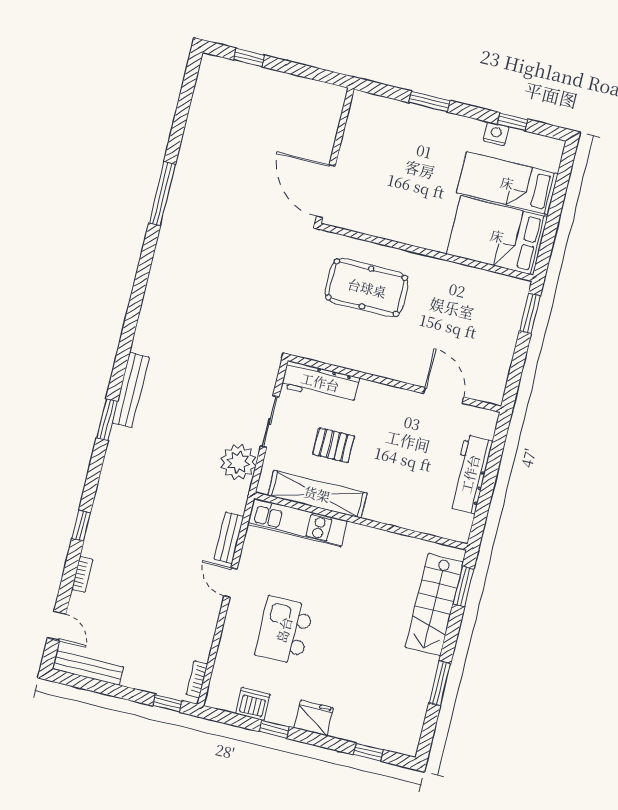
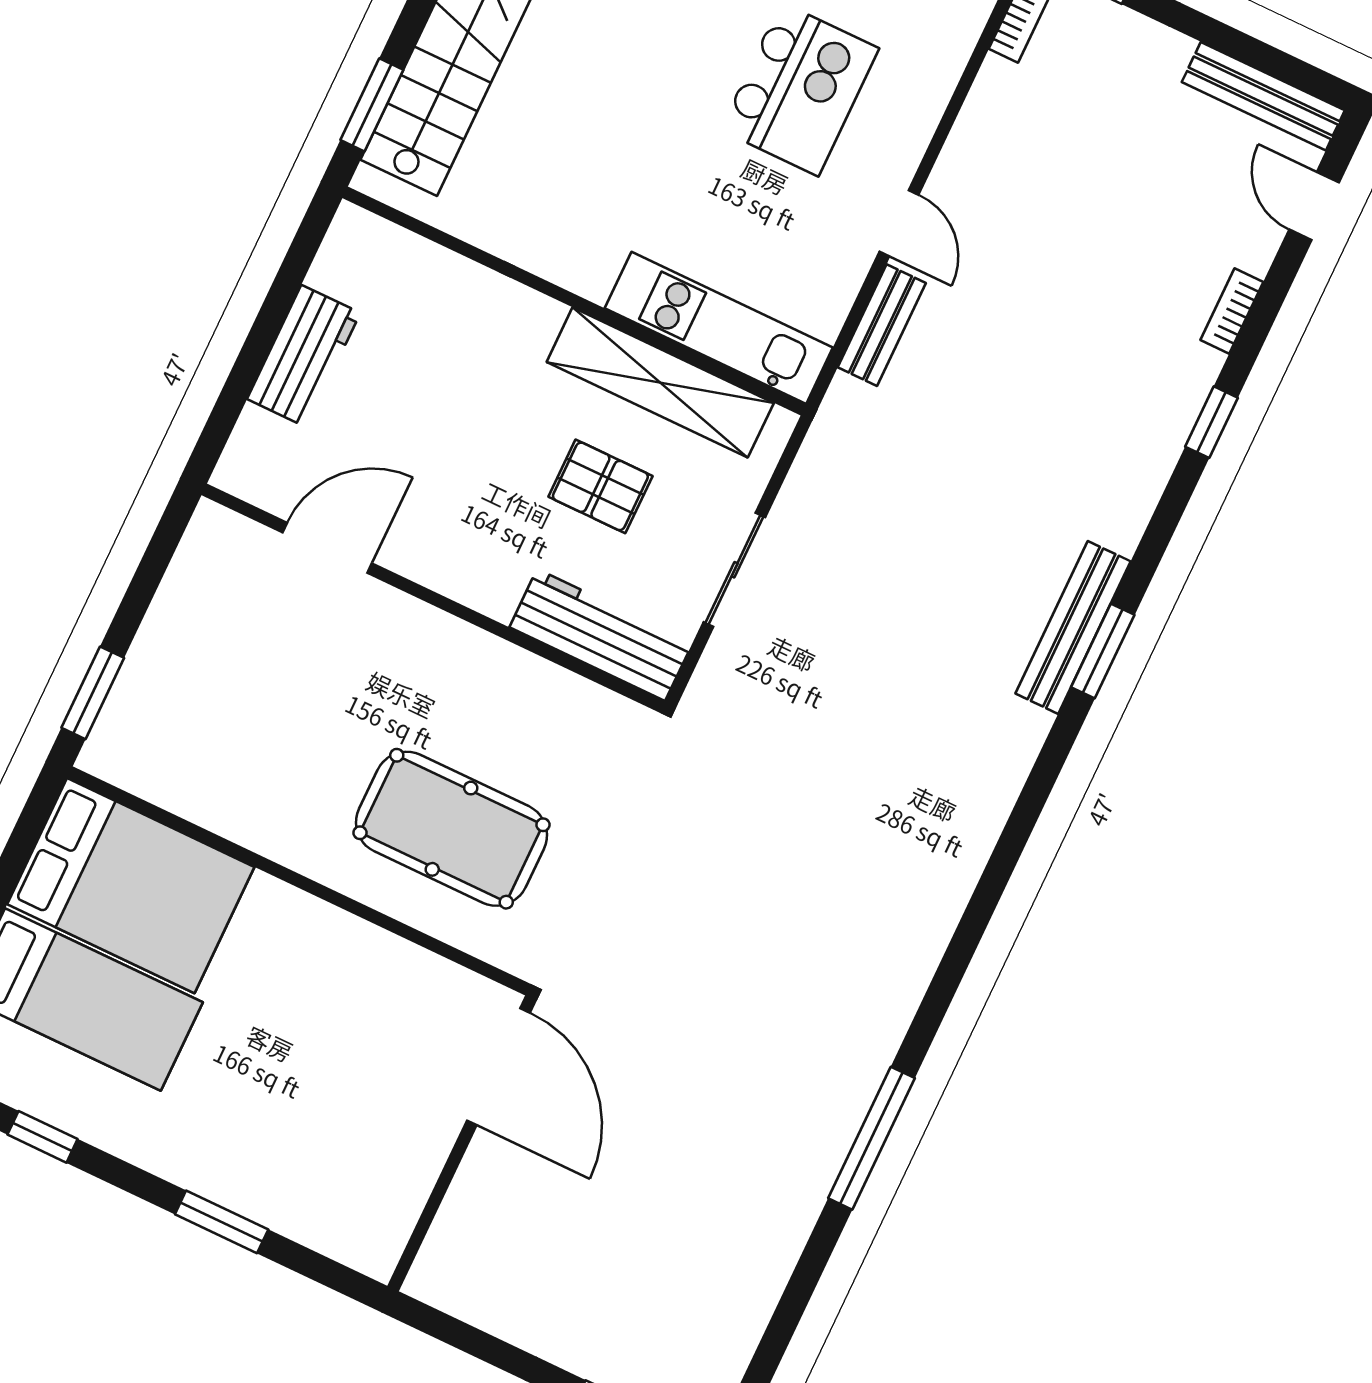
nightstand: (496, 134) -> (85, 1117), removed
bench: (131, 390) -> (1073, 628), moved
door: (444, 395) -> (327, 548), swing flipped
plant: (238, 462) -> (825, 492), removed
workbench: (470, 474) -> (304, 356), width x0.73

